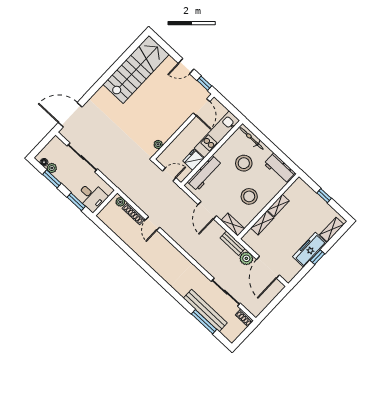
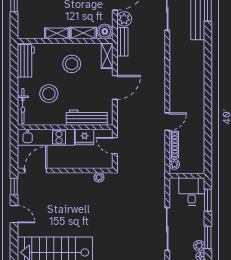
boiler: (250, 238) -> (105, 31), added

